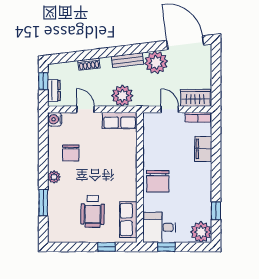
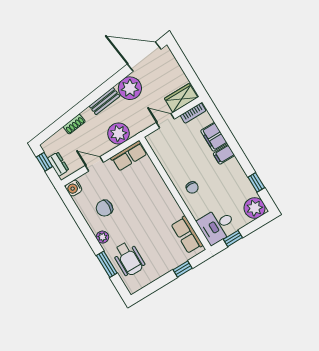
chair: (71, 153) -> (104, 208), turned 90
filing cabinet: (203, 169) -> (224, 154), added
chair: (158, 181) -> (192, 187), width x0.54, depth x0.54
wheelchair: (93, 211) -> (129, 259), moved

